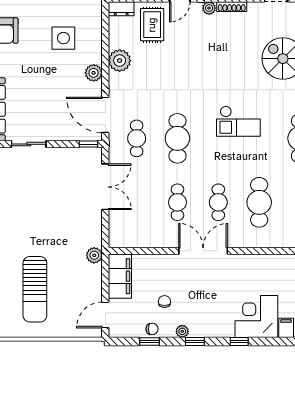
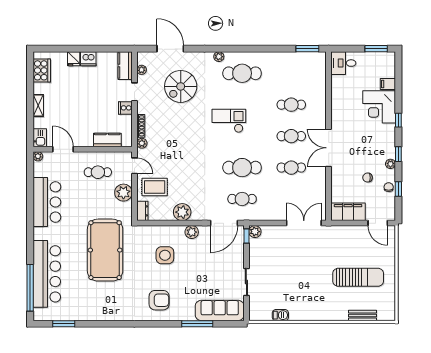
checkout: (238, 121) -> (229, 121), turned -90
double door: (105, 187) -> (304, 223), moved
cafe table: (259, 202) -> (291, 105), width x0.73, depth x0.74
plant: (94, 255) -> (255, 232), moved

